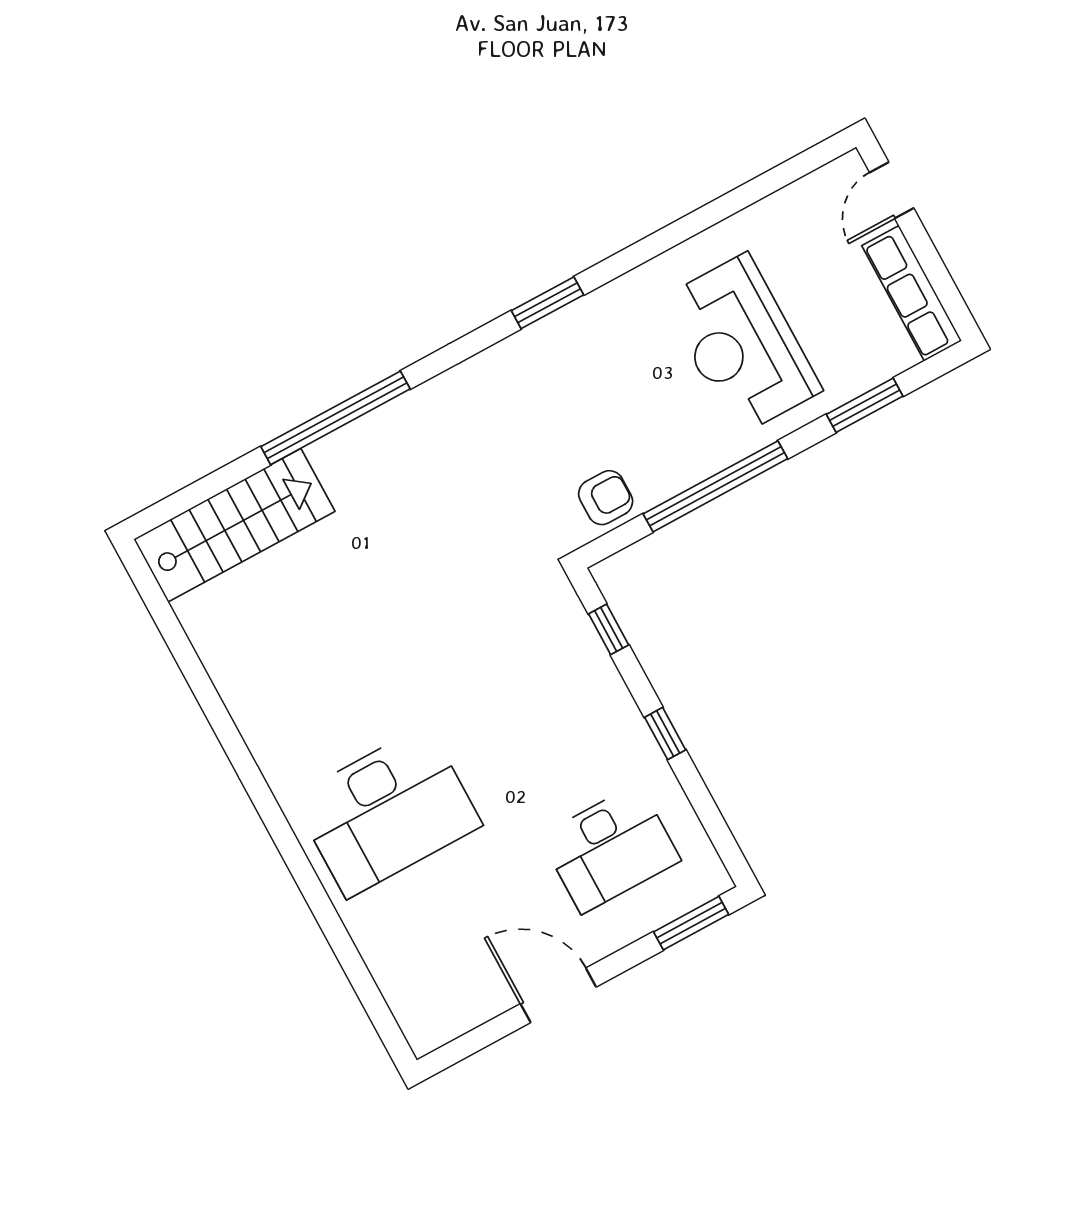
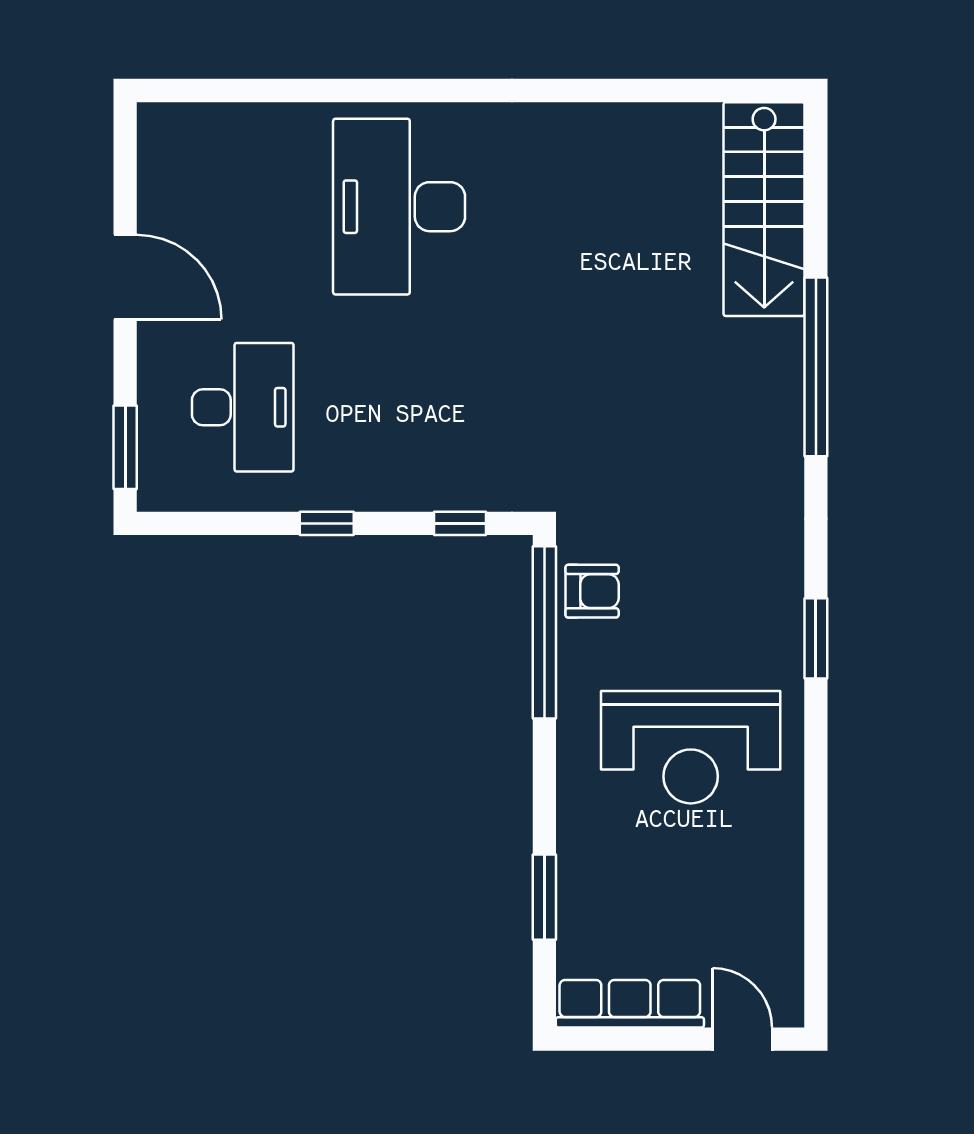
reception desk: (742, 345) -> (691, 747), moved, turned 180
window: (715, 486) -> (544, 632), moved
armchair: (606, 498) -> (592, 591), turned -90
desk: (610, 848) -> (243, 407), turned 180
door: (558, 995) -> (125, 277), hinge flipped

